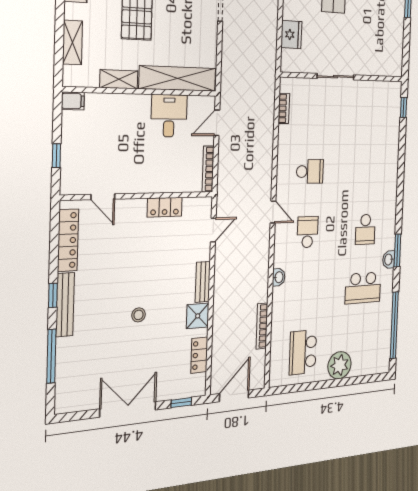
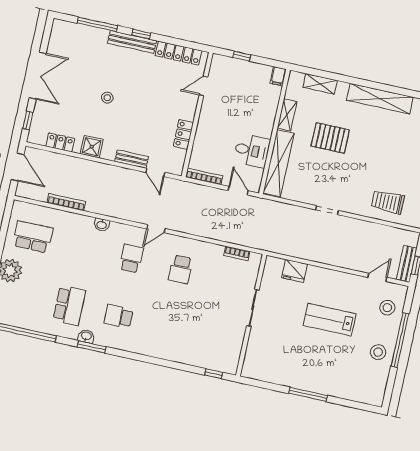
school desk: (308, 232) -> (131, 259), turned -90
bench: (203, 282) -> (132, 159), moved
school desk: (363, 288) -> (69, 305), turned 180

